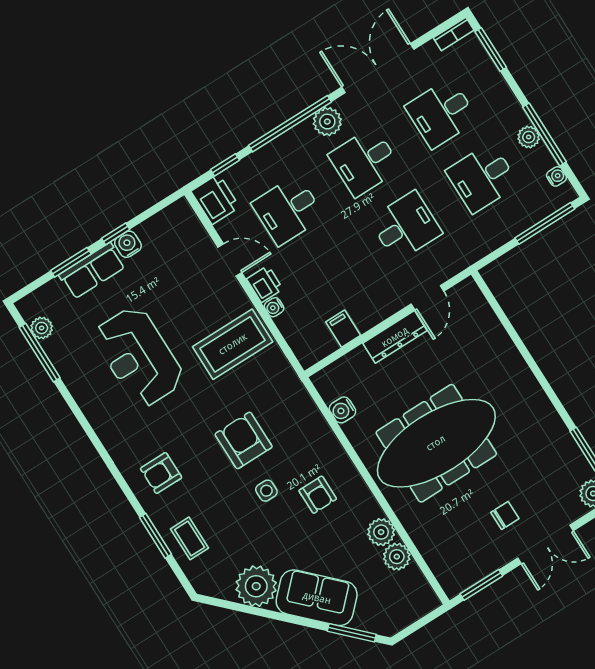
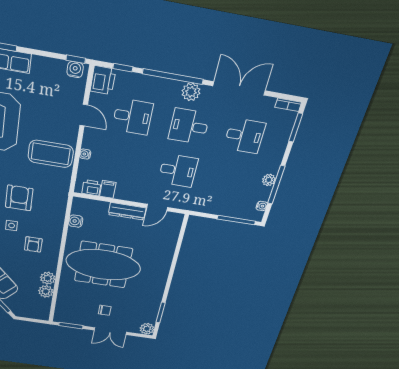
desk: (441, 113) -> (245, 136), turned 180
desk: (482, 178) -> (232, 179), removed
desk: (288, 210) -> (133, 117), turned 180
window: (116, 234) -> (76, 59), moved
water cooler: (128, 244) -> (75, 70), moved
printer: (265, 284) -> (91, 188), moved, turned -90

